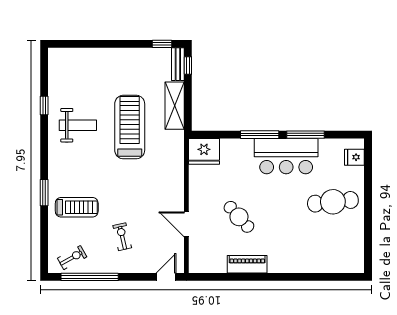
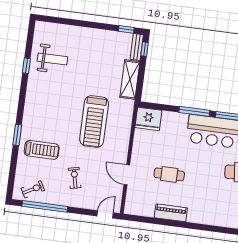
weight bench: (78, 125) -> (52, 59), moved
treadmill: (130, 127) -> (94, 122), moved, turned 180
cafe table: (239, 217) -> (169, 174), turned -48

